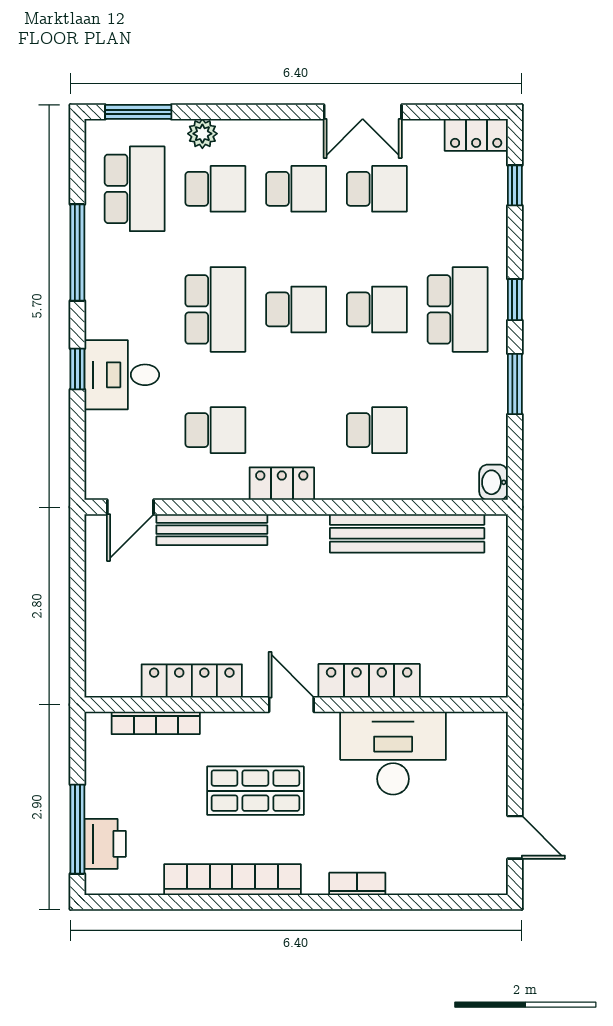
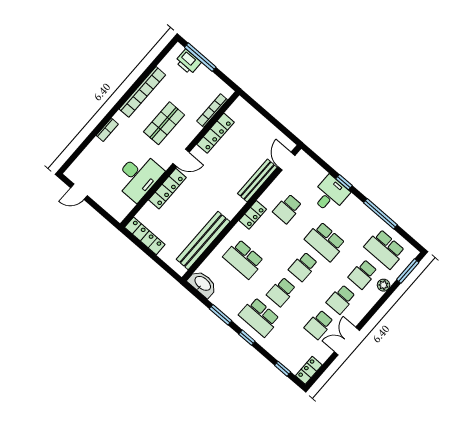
school desk: (377, 430) -> (244, 259), width x1.85
washbasin: (493, 482) -> (202, 284), width x1.91, depth x1.45
locker: (491, 647) -> (145, 236), added

